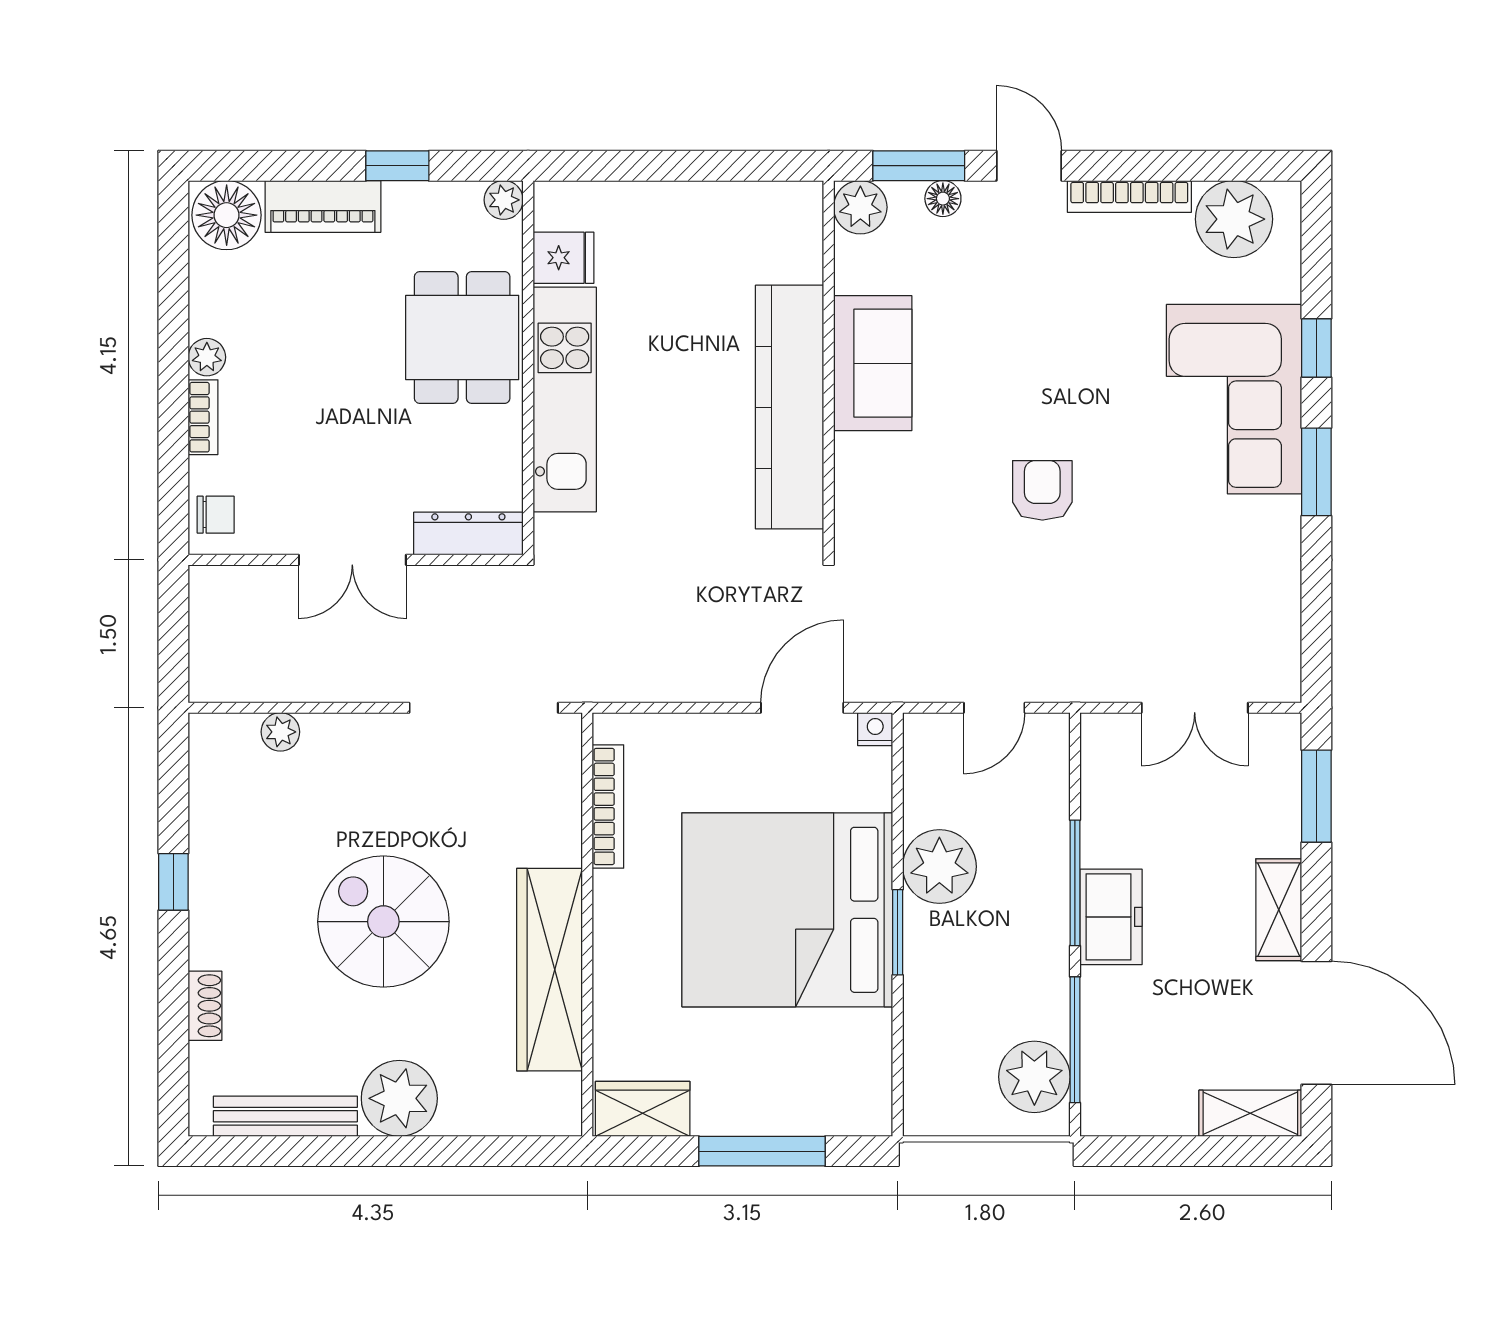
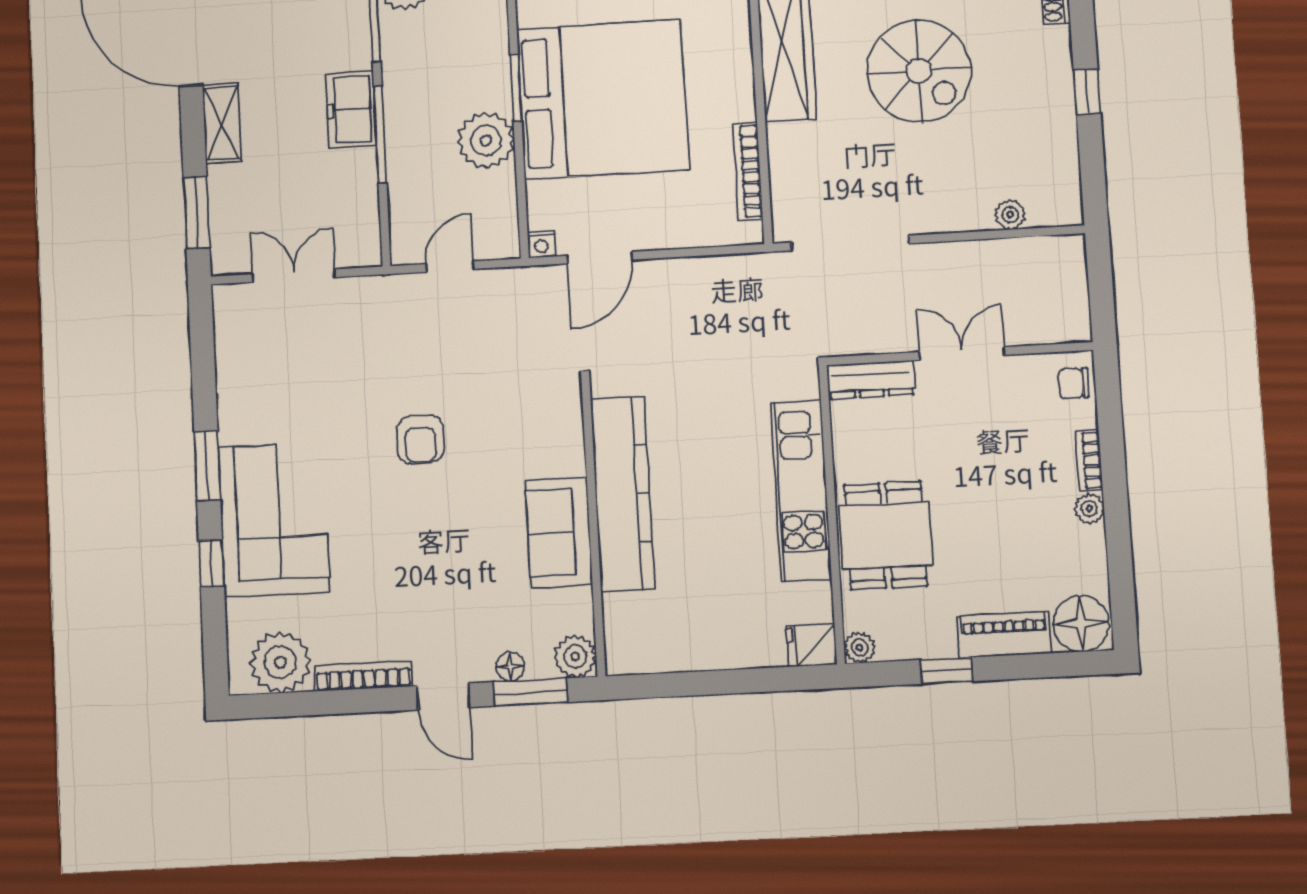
fridge: (563, 258) -> (811, 645), moved

